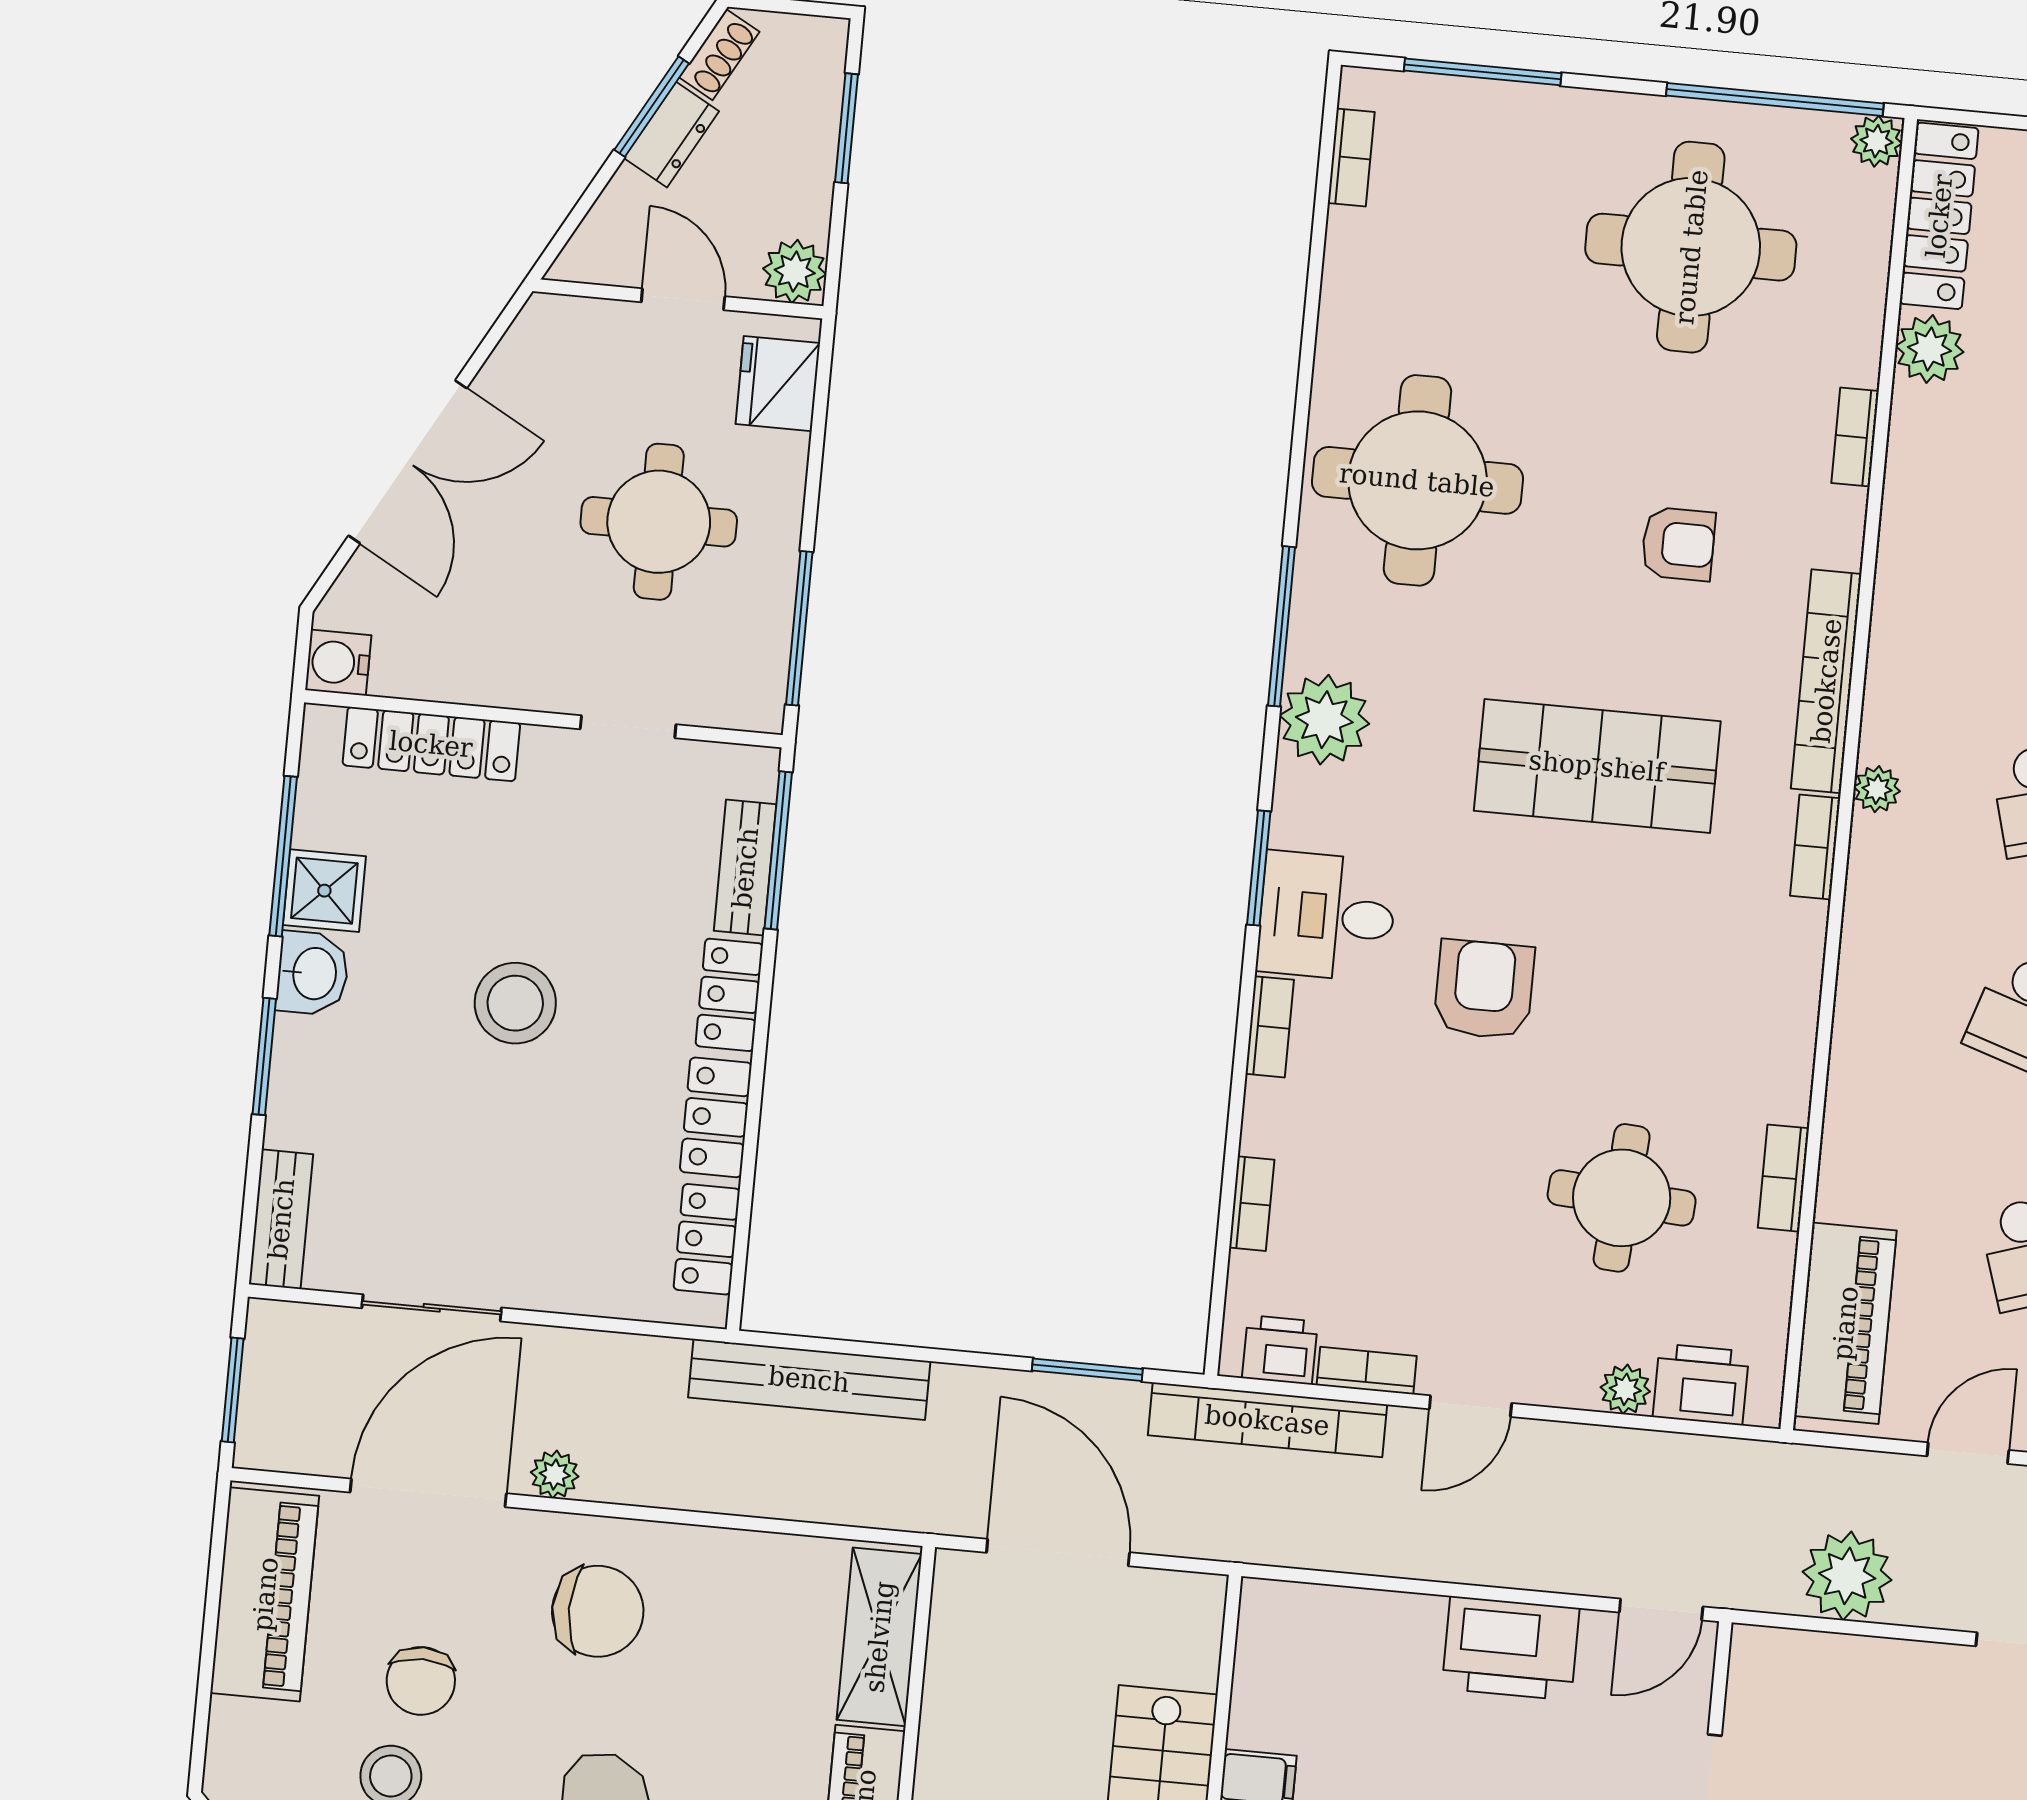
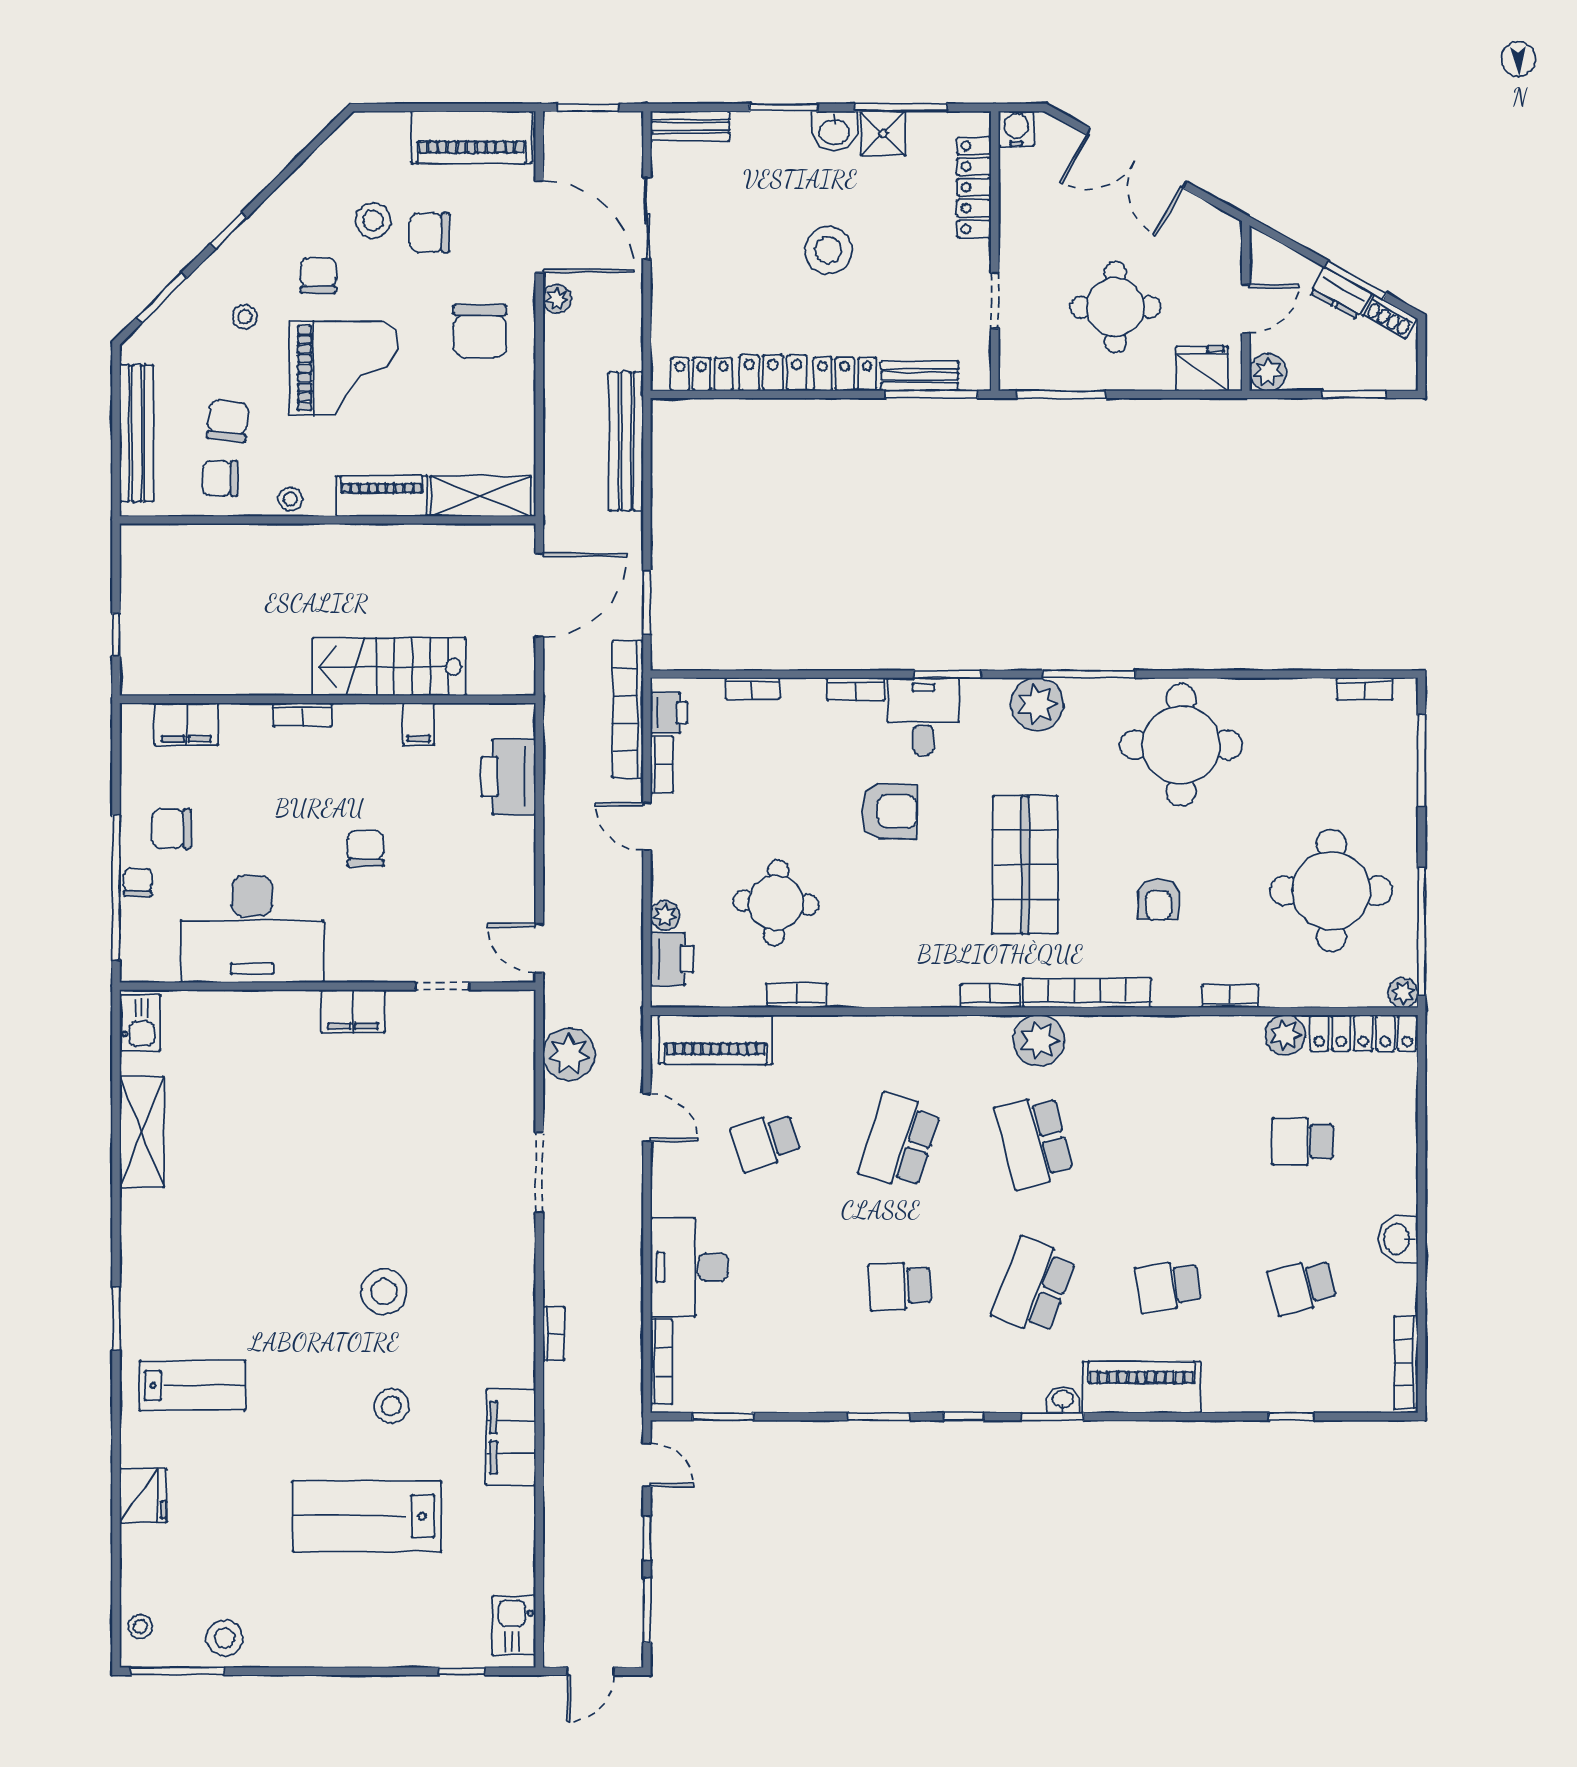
plant: (1877, 789) -> (1039, 1040), width x1.87, depth x1.87
printer: (1511, 1648) -> (509, 777), moved

